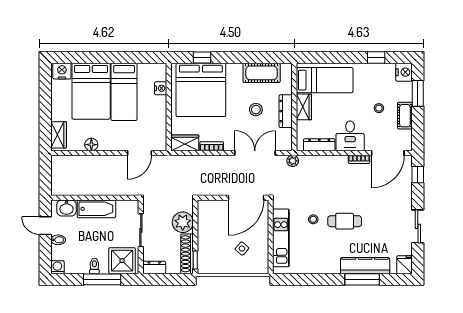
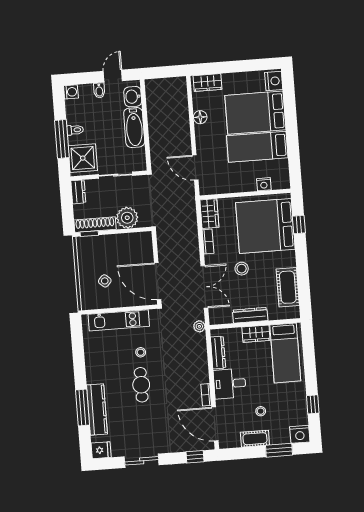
stool: (256, 110) -> (242, 269), moved

